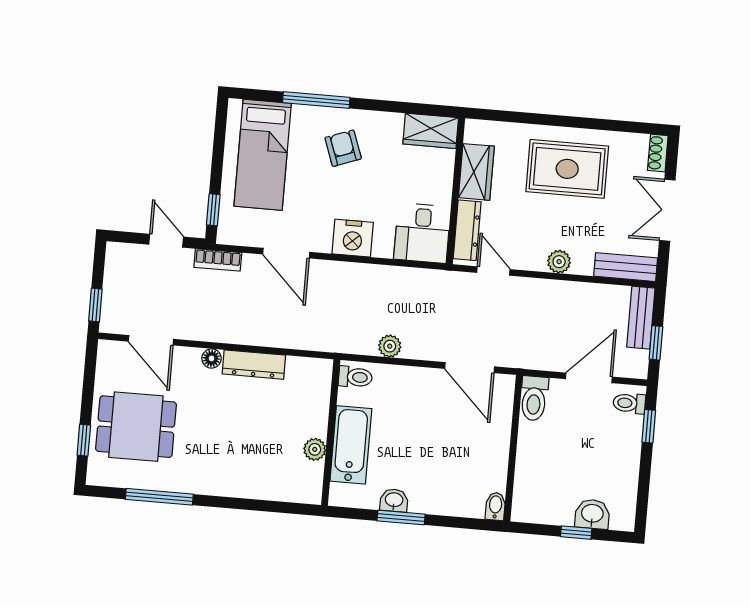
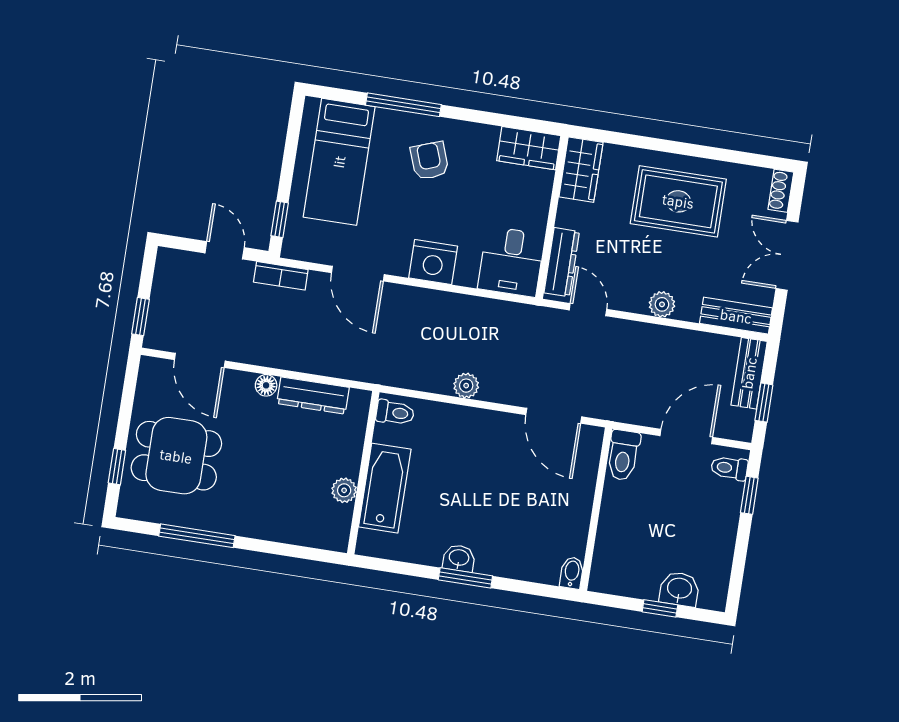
wardrobe: (476, 172) -> (581, 170), moved
toilet: (355, 377) -> (395, 413), moved
wall: (331, 432) -> (363, 473), moved
bathtub: (351, 445) -> (385, 488), moved
plant: (315, 449) -> (344, 490), moved

